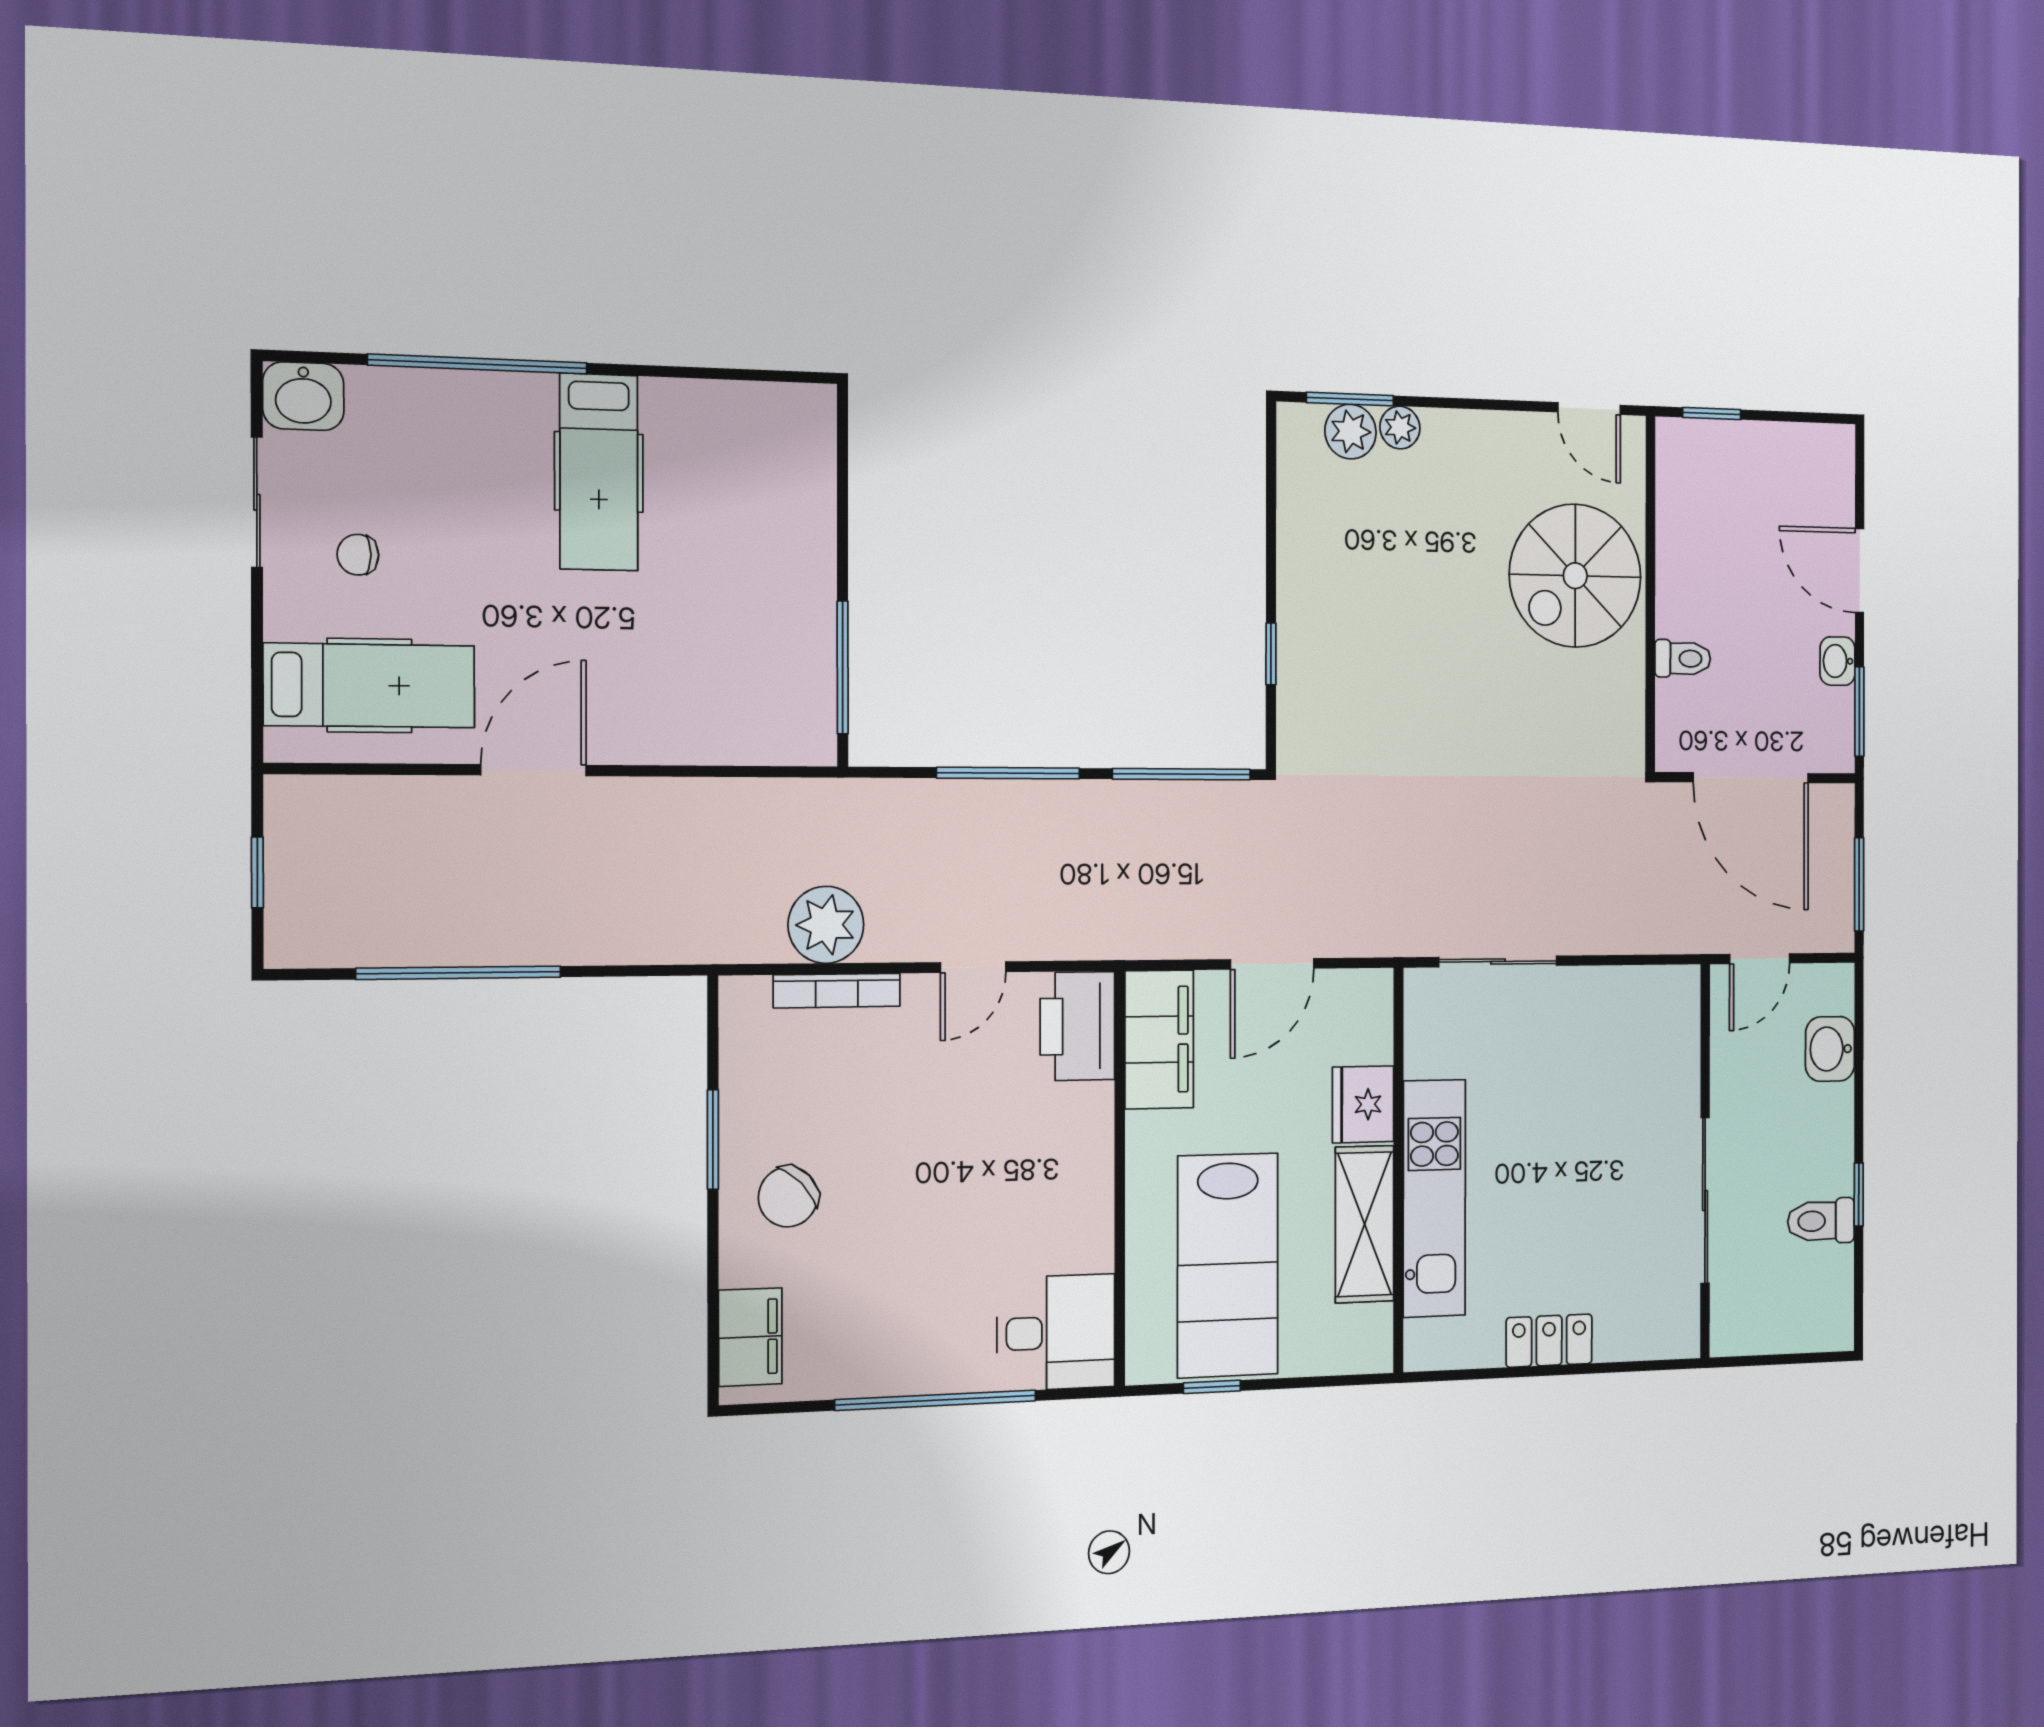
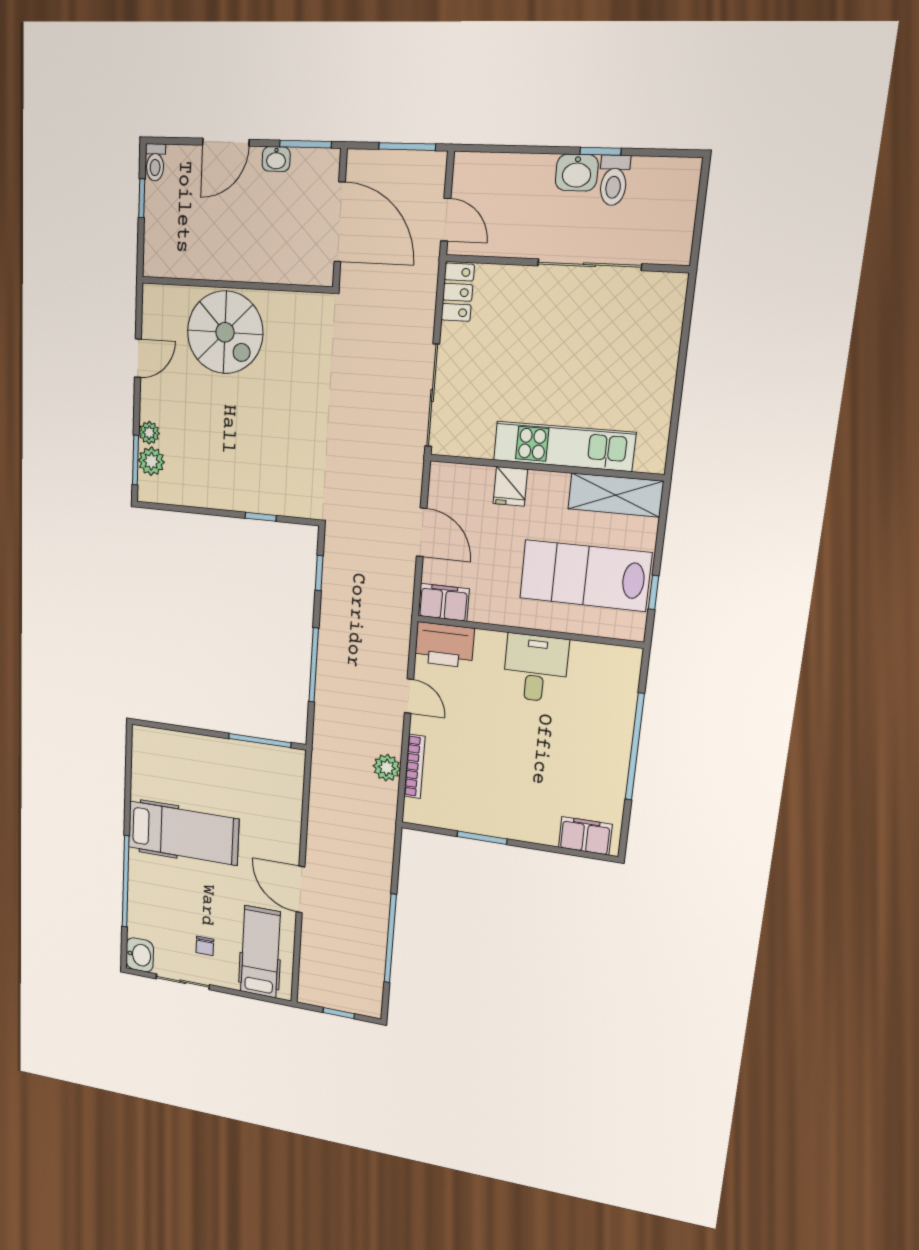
door: (1589, 409) -> (138, 358), moved
window: (1712, 414) -> (142, 198), moved
hospital bed: (599, 472) -> (183, 833), width x1.37, depth x1.29
toilet: (1683, 659) -> (155, 162), moved, turned 180
window: (1182, 774) -> (319, 573), width x0.46
door: (1751, 778) -> (340, 222), hinge flipped
plant: (826, 925) -> (387, 768), width x0.73, depth x0.73
sliding door: (1498, 961) -> (432, 395), width x1.37
filing cabinet: (1159, 1039) -> (444, 602), width x0.67, depth x0.86
washbasin: (1830, 1049) -> (577, 173), moved
fridge: (1363, 1104) -> (510, 486), width x0.72
chair: (788, 1197) -> (515, 806), removed
shelving: (1365, 1224) -> (616, 495), moved
lab bench: (1228, 1265) -> (585, 576), turned 180
desk: (1056, 1332) -> (536, 668), moved
locker: (1549, 1341) -> (458, 292), moved, turned 180

